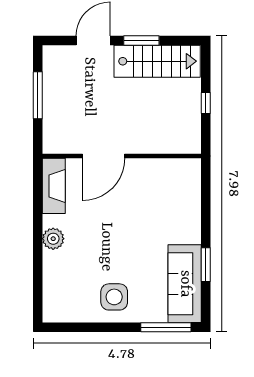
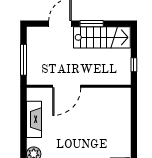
door: (104, 156) -> (67, 86), moved
wall: (122, 156) -> (79, 86), moved

